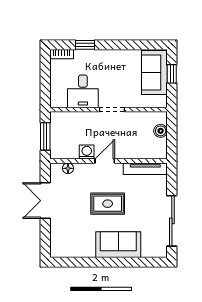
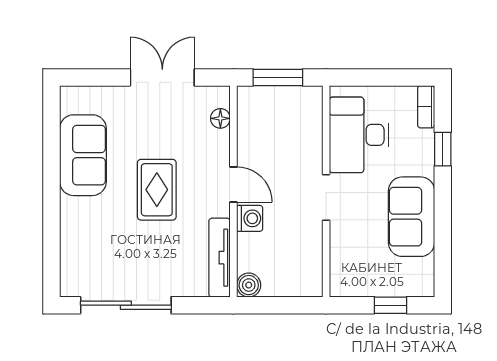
sofa: (154, 72) -> (412, 217), moved, turned -90
desk: (83, 91) -> (359, 135), width x1.37
boiler: (161, 131) -> (249, 285), moved
washing machine: (87, 152) -> (250, 218), moved
sofa: (118, 245) -> (83, 155), moved

